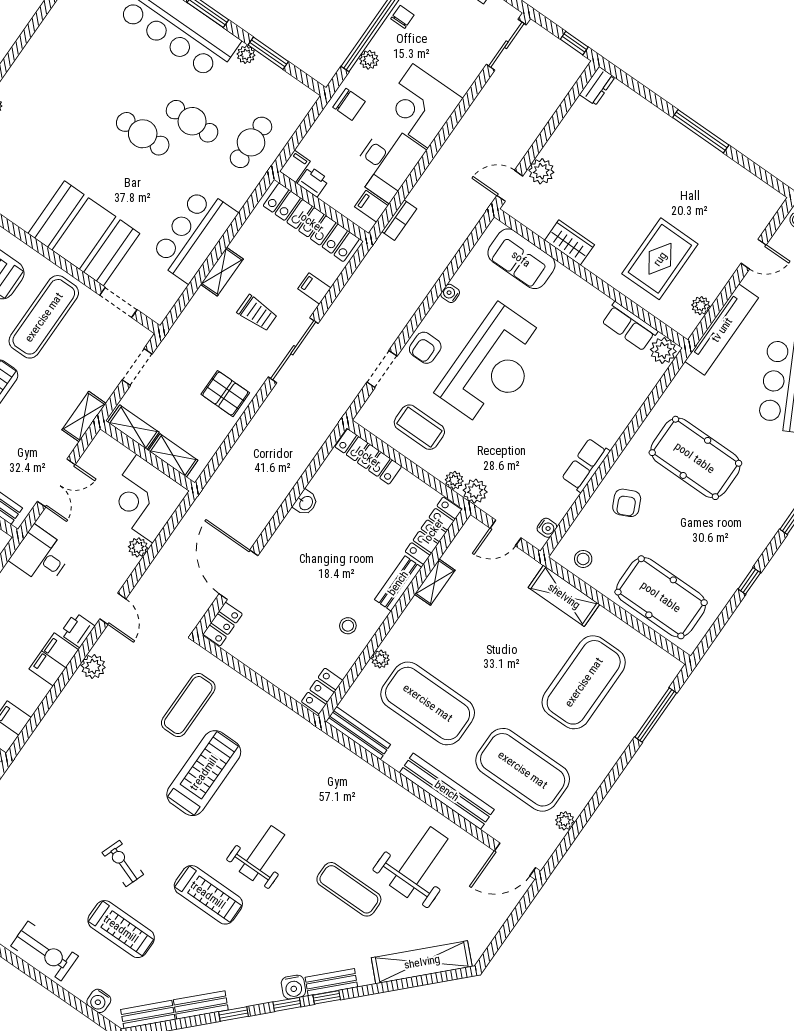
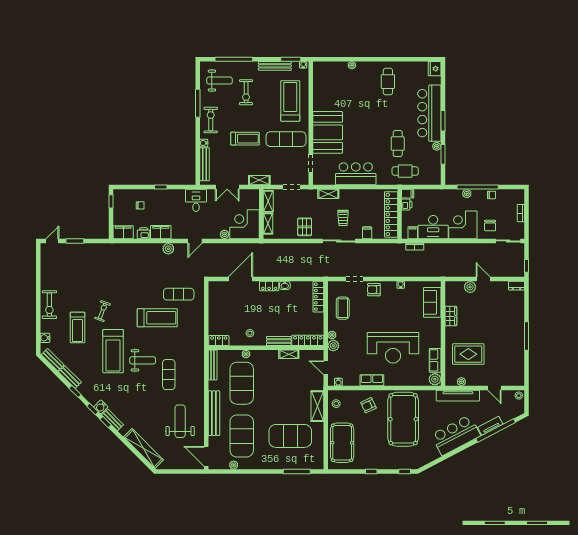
chair: (349, 104) -> (490, 226), moved
cafe table: (143, 134) -> (388, 82), moved
door: (510, 186) -> (483, 279), moved
shelving: (222, 272) -> (328, 194), moved
reception desk: (493, 366) -> (393, 348), moved
pool table: (695, 458) -> (403, 419), width x1.36, depth x1.32
locker: (223, 624) -> (269, 286), moved
printer: (77, 630) -> (144, 233), moved
weight bench: (419, 862) -> (180, 421), turned -90
exercise mat: (349, 889) -> (169, 375), moved
treadmill: (208, 895) -> (113, 351), width x1.37, depth x1.38

